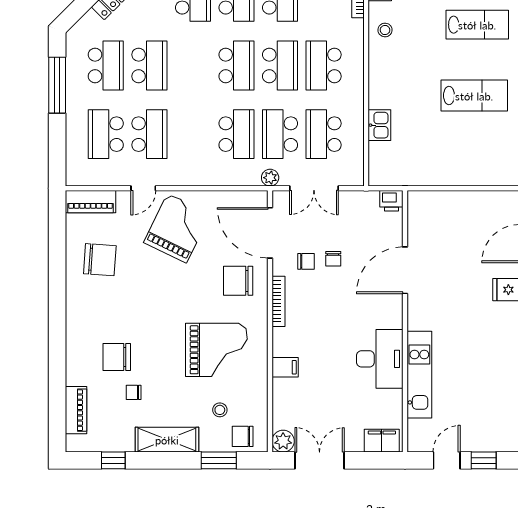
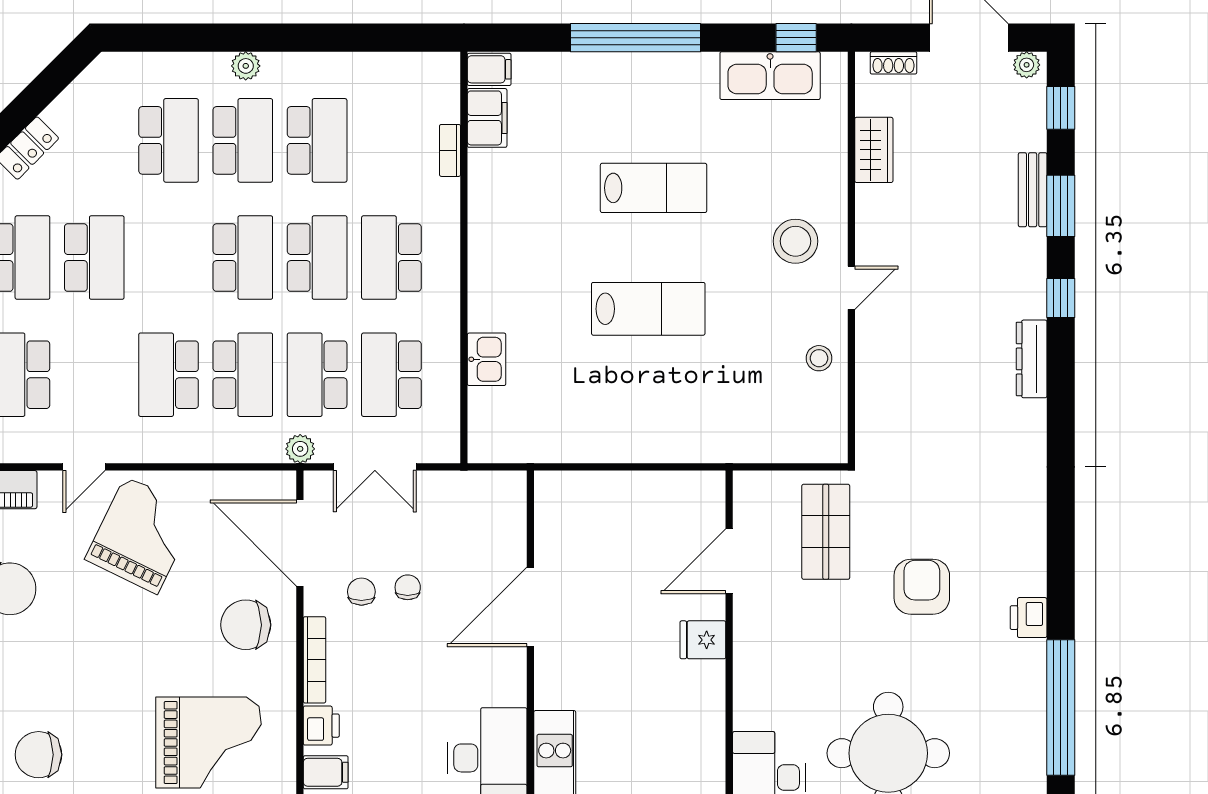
stool: (385, 30) -> (496, 197), removed
school desk: (149, 134) -> (169, 375), moved, turned 180
printer: (391, 201) -> (321, 726), moved, turned -90
chair: (333, 259) -> (408, 587), turned 180
chair: (306, 261) -> (361, 592), turned -90

